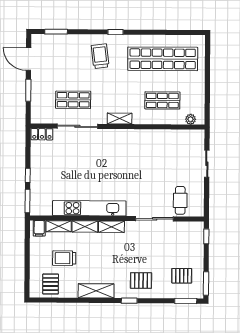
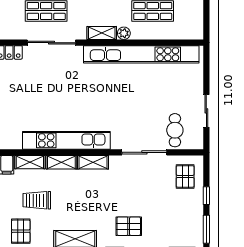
plant: (191, 119) -> (124, 33), moved
kitchen unit: (153, 137) -> (141, 54), added
sliding door: (207, 164) -> (206, 111), moved
window: (206, 236) -> (206, 196), moved
pallet: (182, 276) -> (185, 176), moved, turned 90

